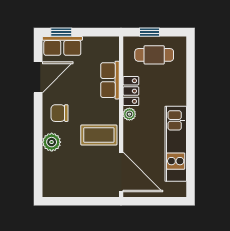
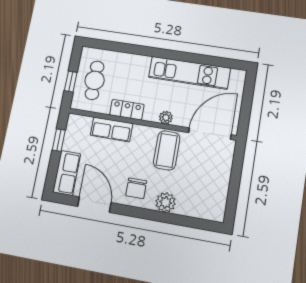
window: (61, 32) -> (59, 140), moved
plant: (129, 114) -> (166, 118), moved

